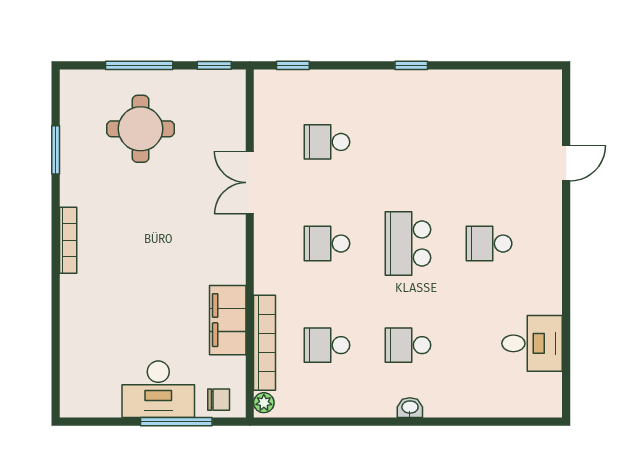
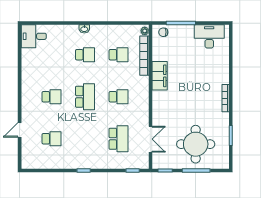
round table: (141, 129) -> (196, 144), width x1.36, depth x1.36
school desk: (327, 142) -> (119, 139), width x1.85
school desk: (489, 142) -> (52, 139), added
double door: (250, 183) -> (150, 139), moved
filing cabinet: (228, 320) -> (160, 76), moved
desk: (532, 343) -> (34, 36), moved
desk: (158, 389) -> (209, 36), moved

